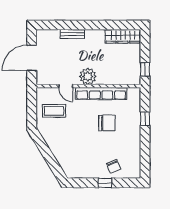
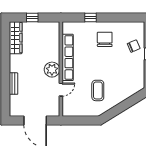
window: (145, 69) -> (32, 18), moved
coffee table: (54, 111) -> (98, 90), moved
chair: (107, 123) -> (105, 39), moved

